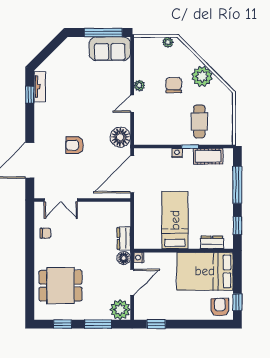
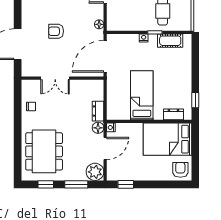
floor lamp: (120, 137) -> (99, 24), width x0.53, depth x0.53
window: (237, 185) -> (195, 65), removed
double door: (61, 200) -> (55, 78), moved
dining table: (61, 286) -> (44, 151), width x1.38
window: (237, 302) -> (195, 166), removed

